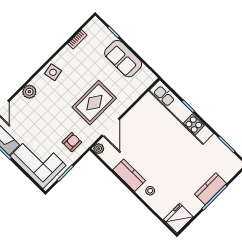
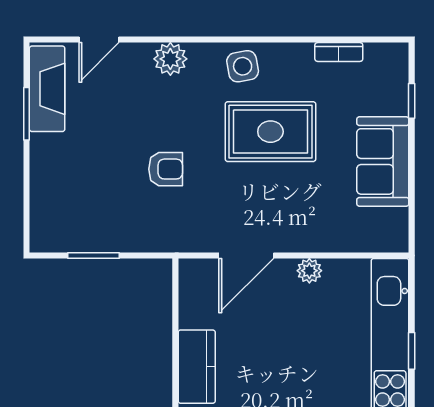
rug: (94, 103) -> (270, 132), moved
armchair: (72, 142) -> (166, 169), moved
plant: (99, 149) -> (309, 271), moved
corner sofa: (38, 161) -> (69, 189), removed

